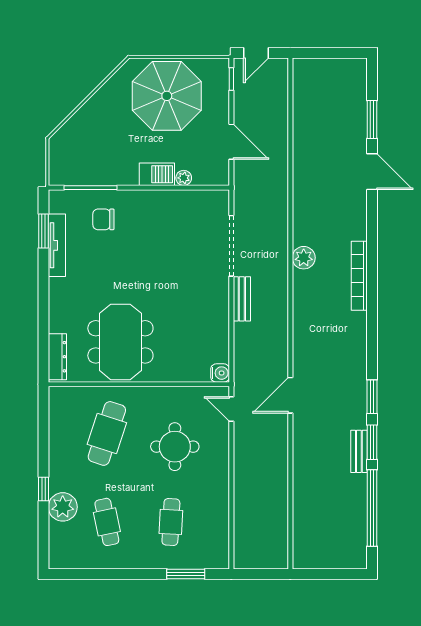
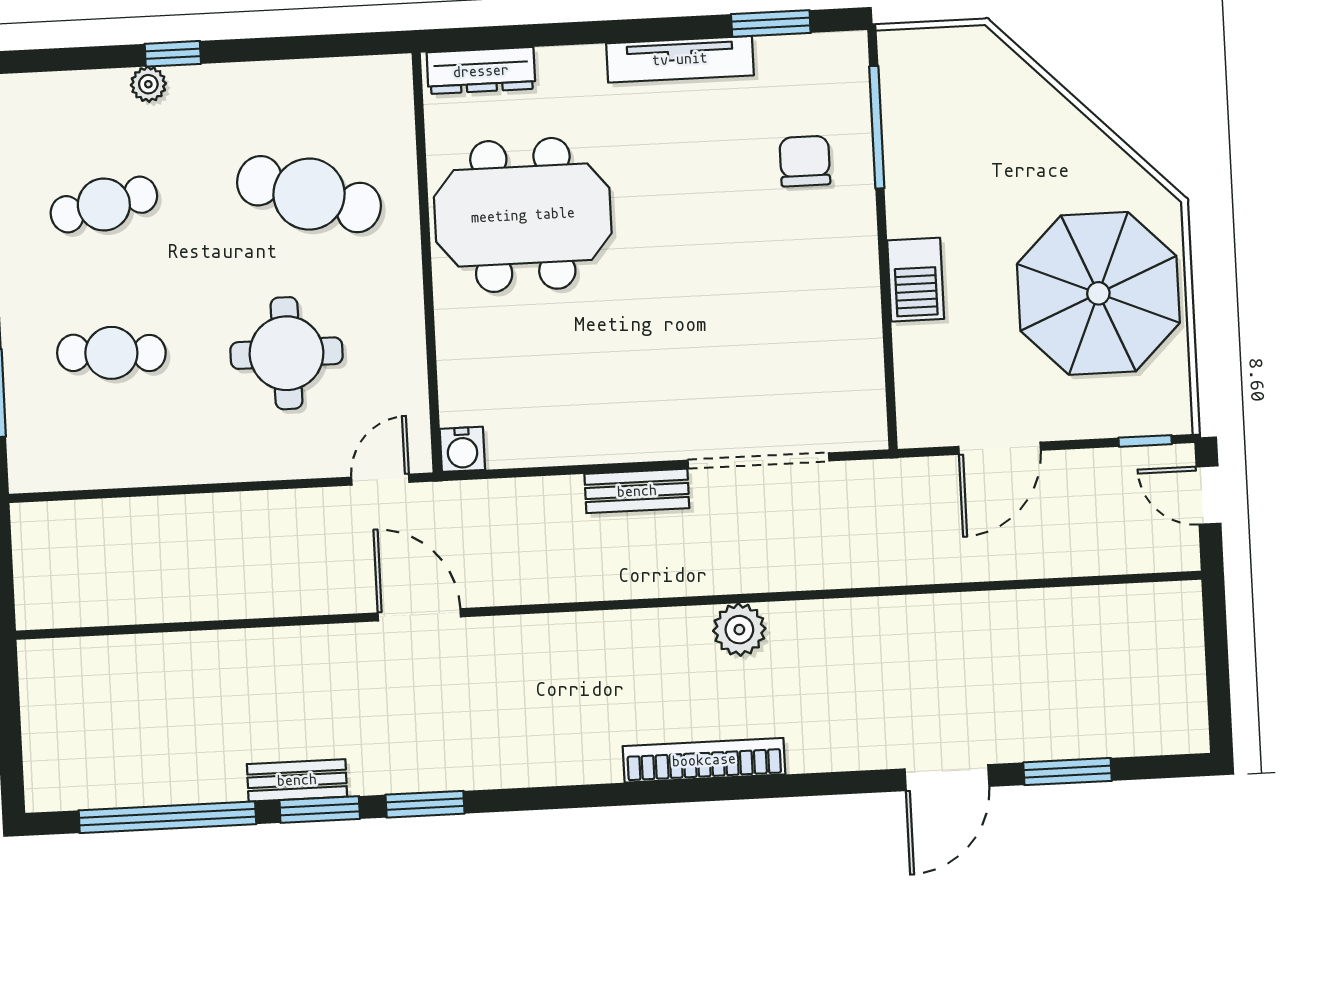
plant: (184, 178) -> (910, 342), removed
tv unit: (57, 245) -> (680, 59), moved
plant: (63, 507) -> (148, 84), width x0.53, depth x0.53

